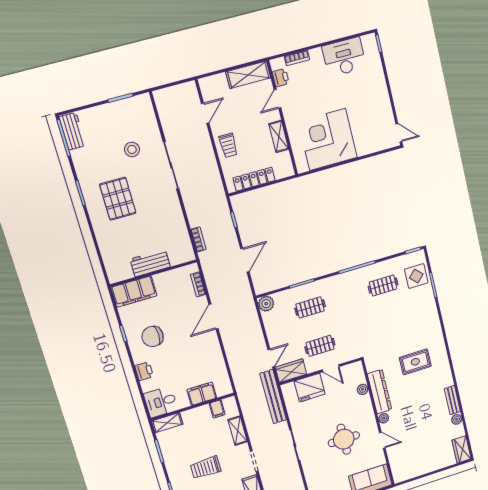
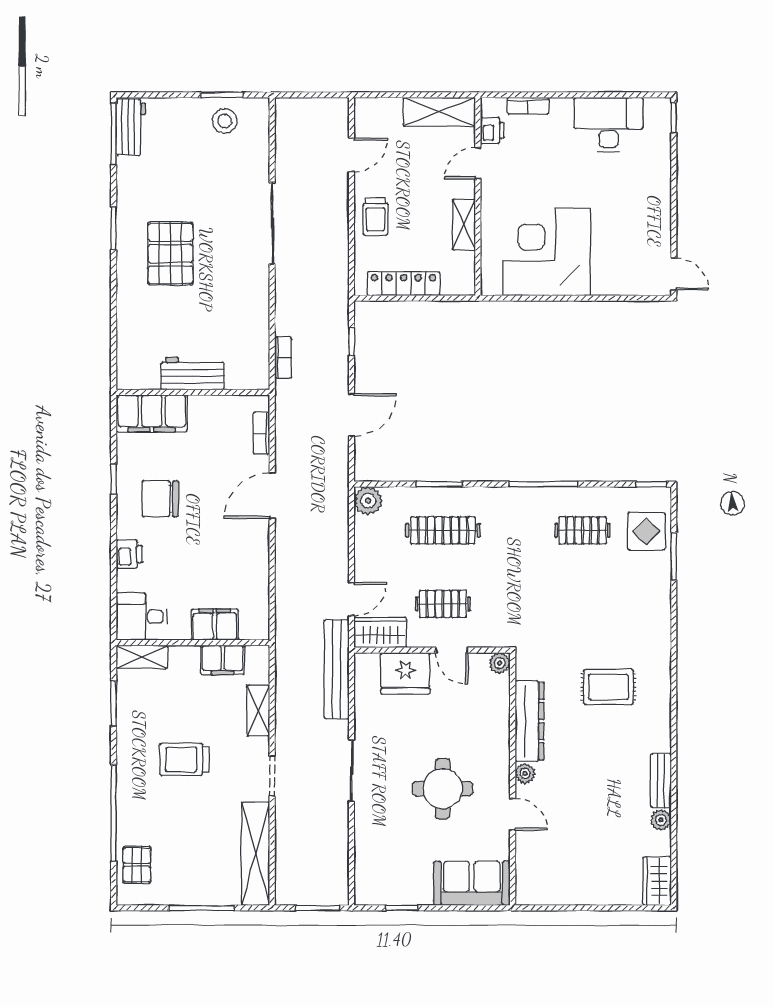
stool: (132, 149) -> (225, 121), moved
clothes rail: (310, 307) -> (443, 530), width x1.36
plant: (363, 389) -> (500, 663), moved
filing cabinet: (217, 409) -> (223, 660), width x2.00

